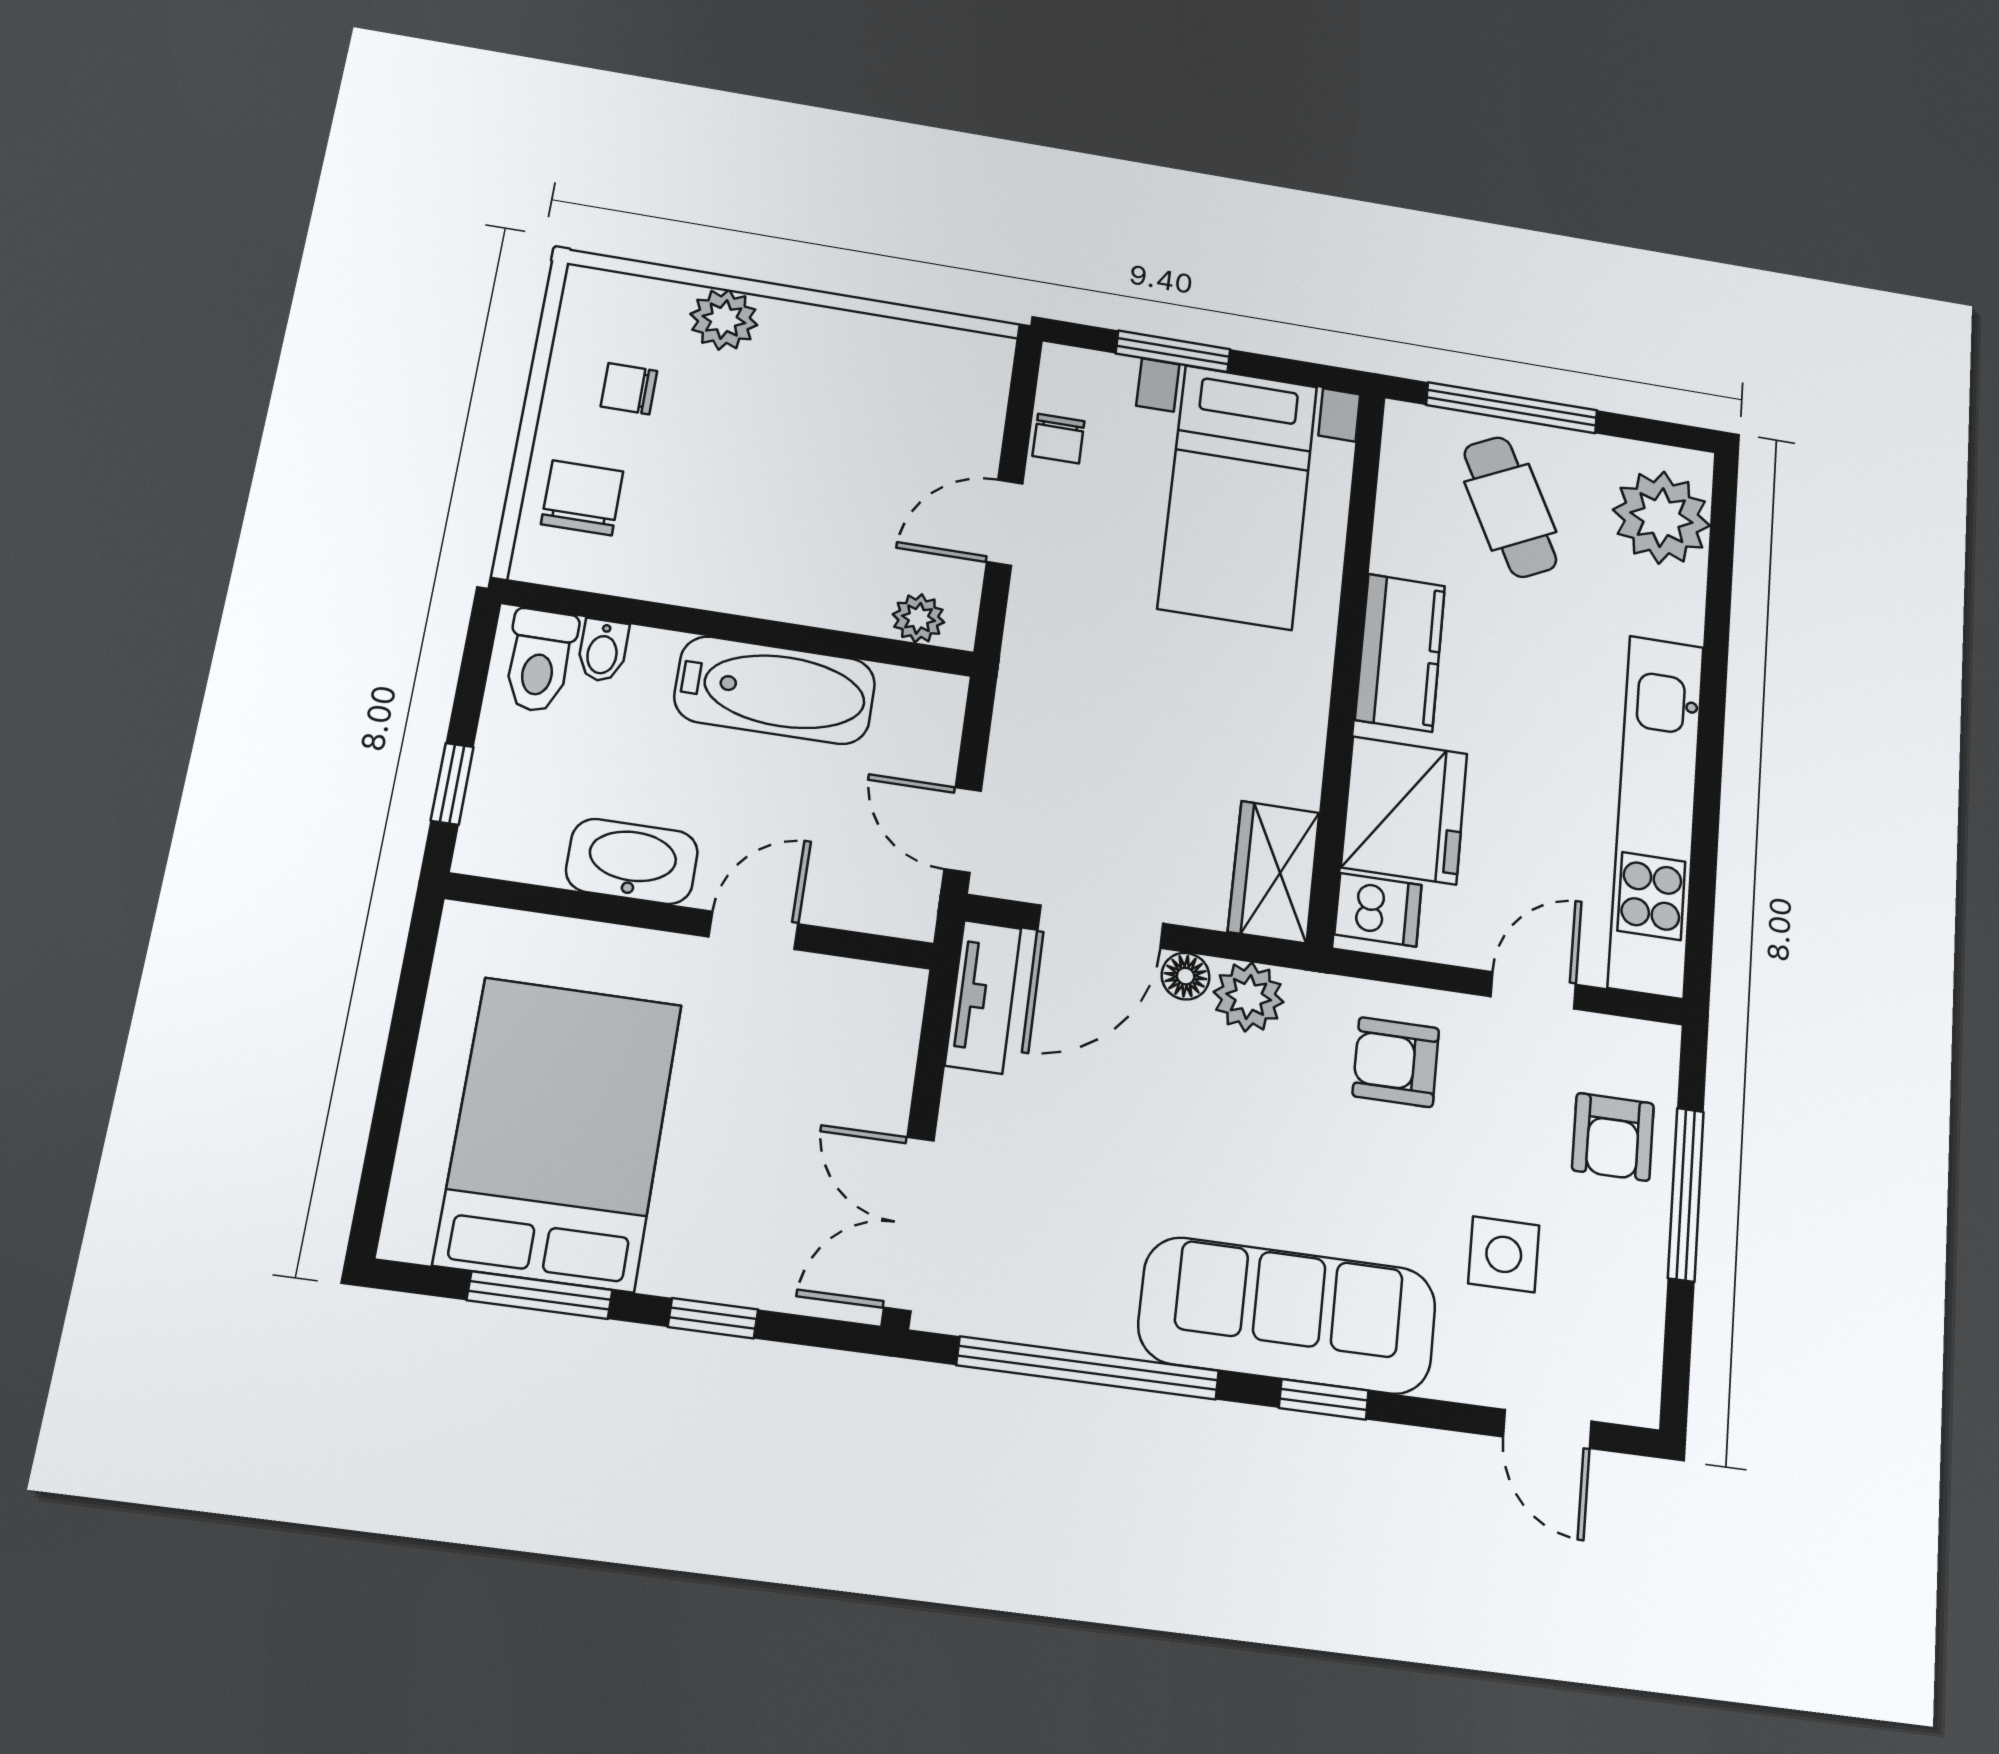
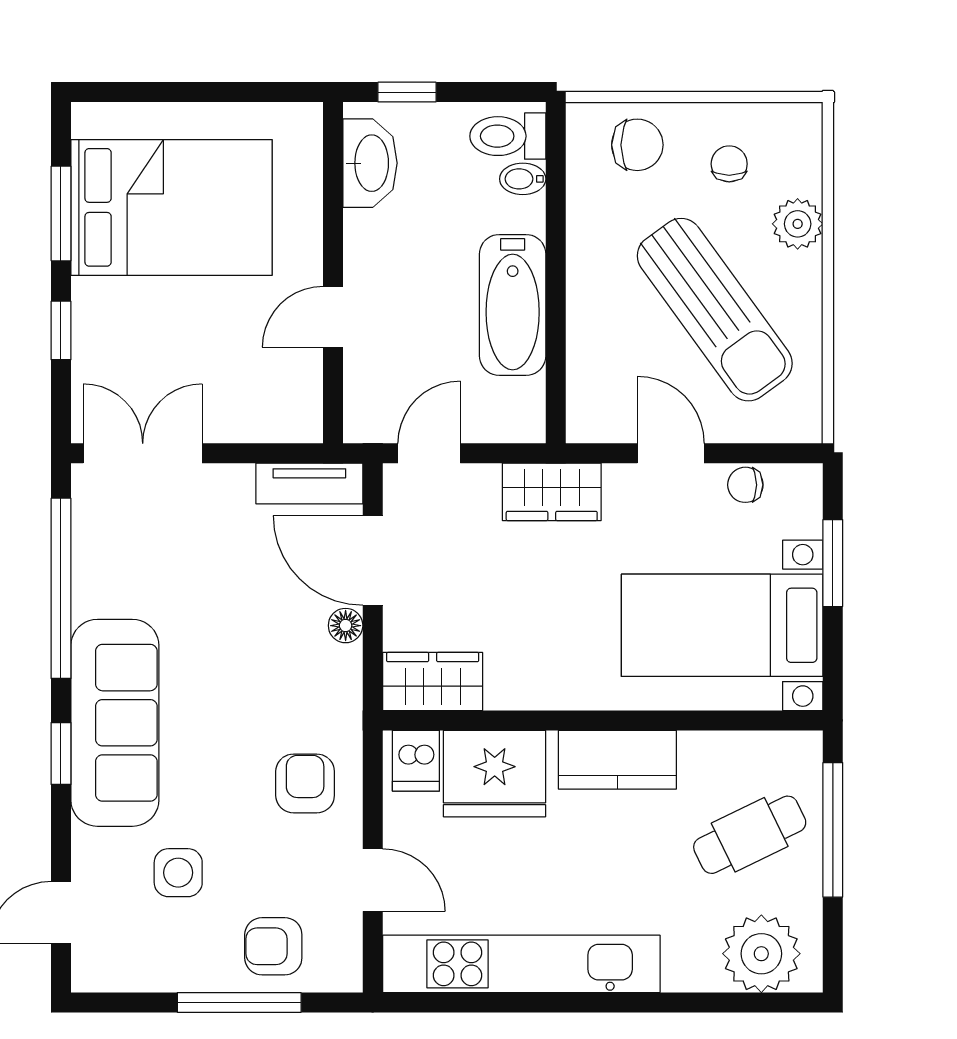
sun lounger: (821, 438) -> (715, 310), added
plant: (918, 618) -> (585, 400), removed
wardrobe: (1036, 679) -> (552, 492), added
washbasin: (632, 861) -> (370, 163), moved
door: (754, 930) -> (333, 317), swing flipped
plant: (1249, 997) -> (337, 672), removed

